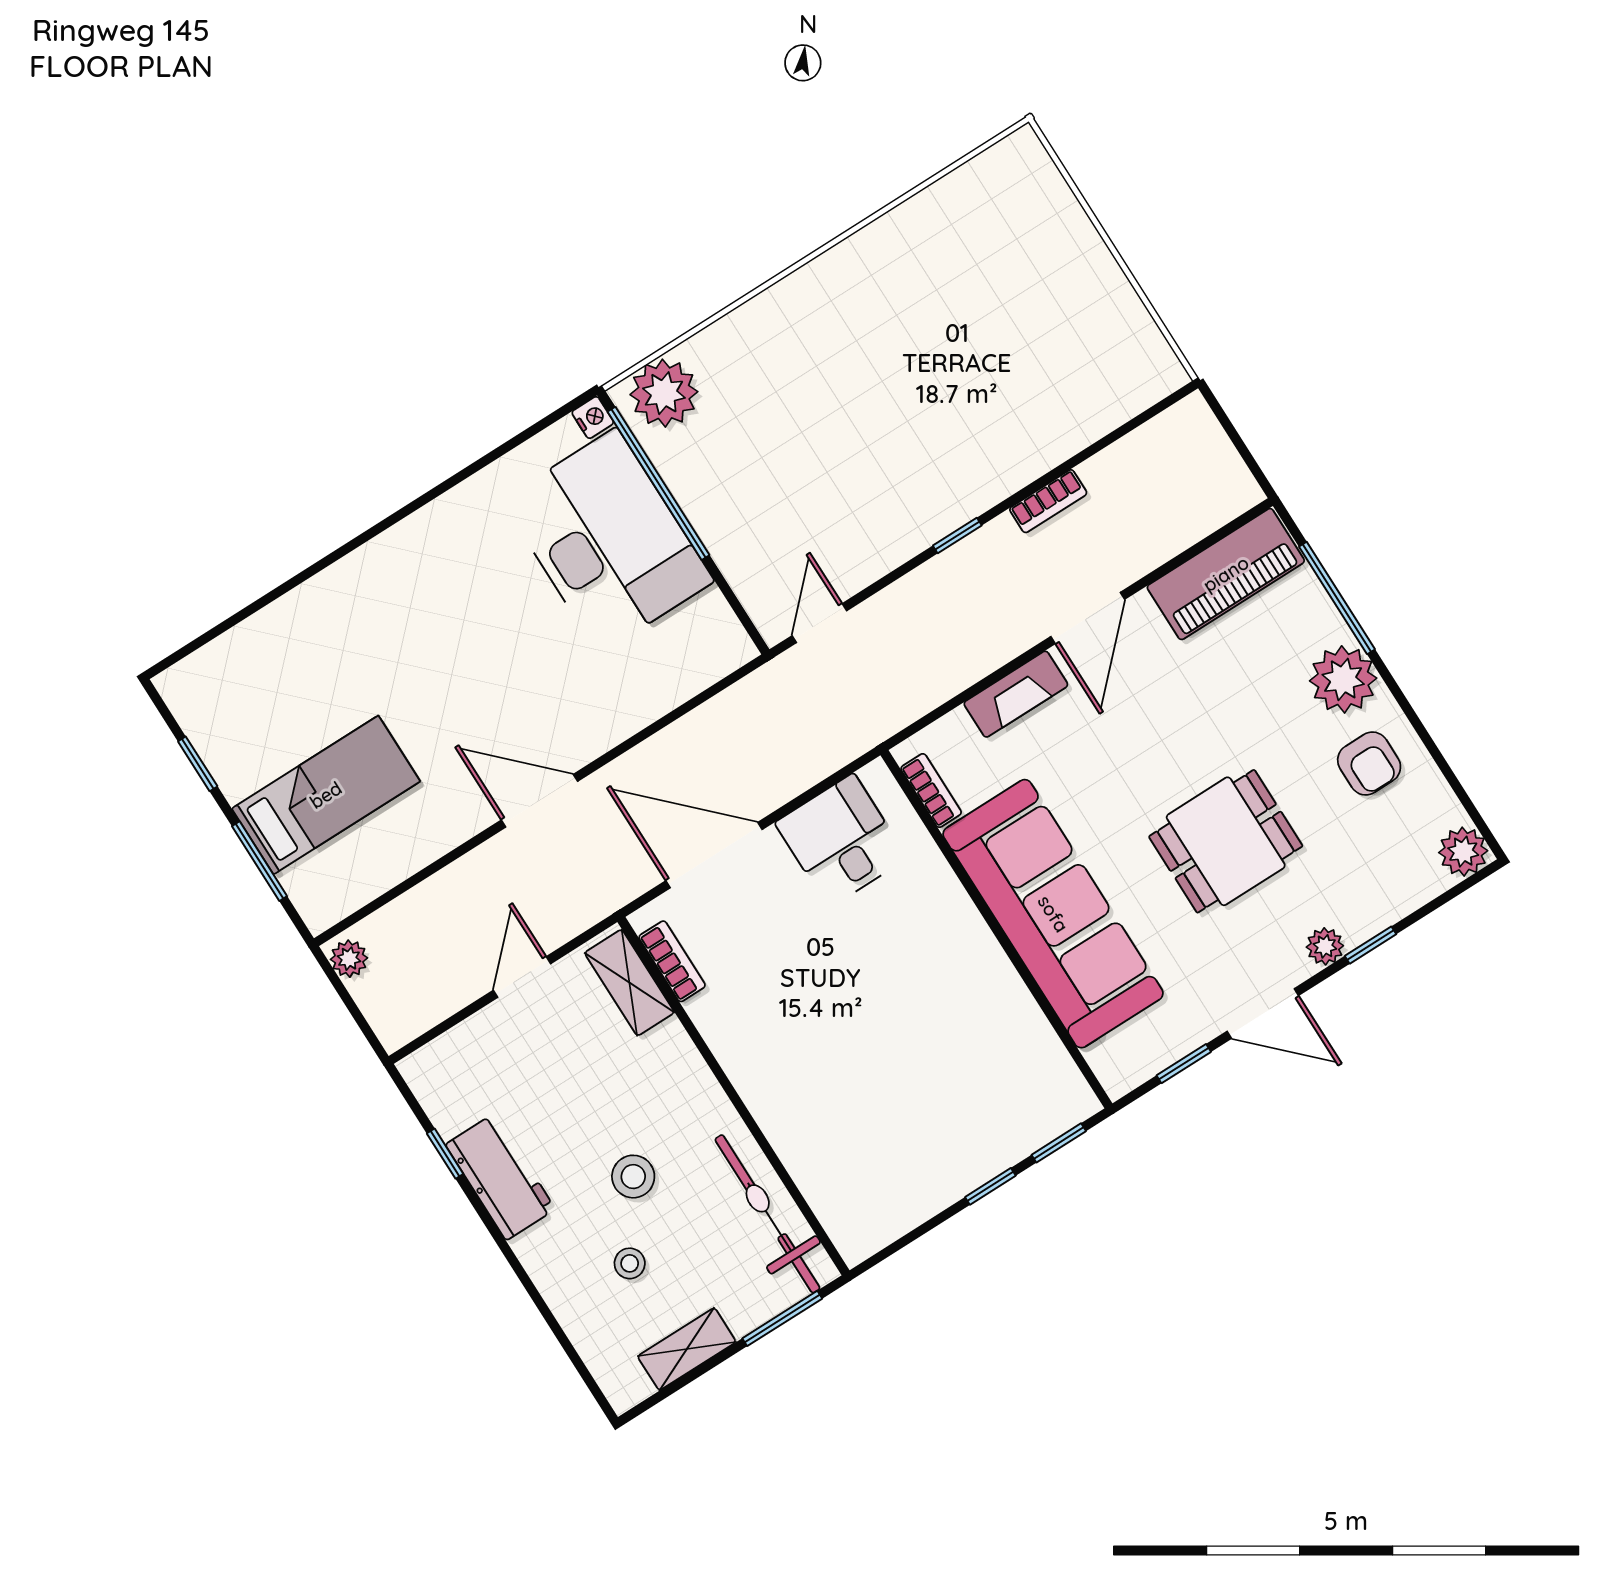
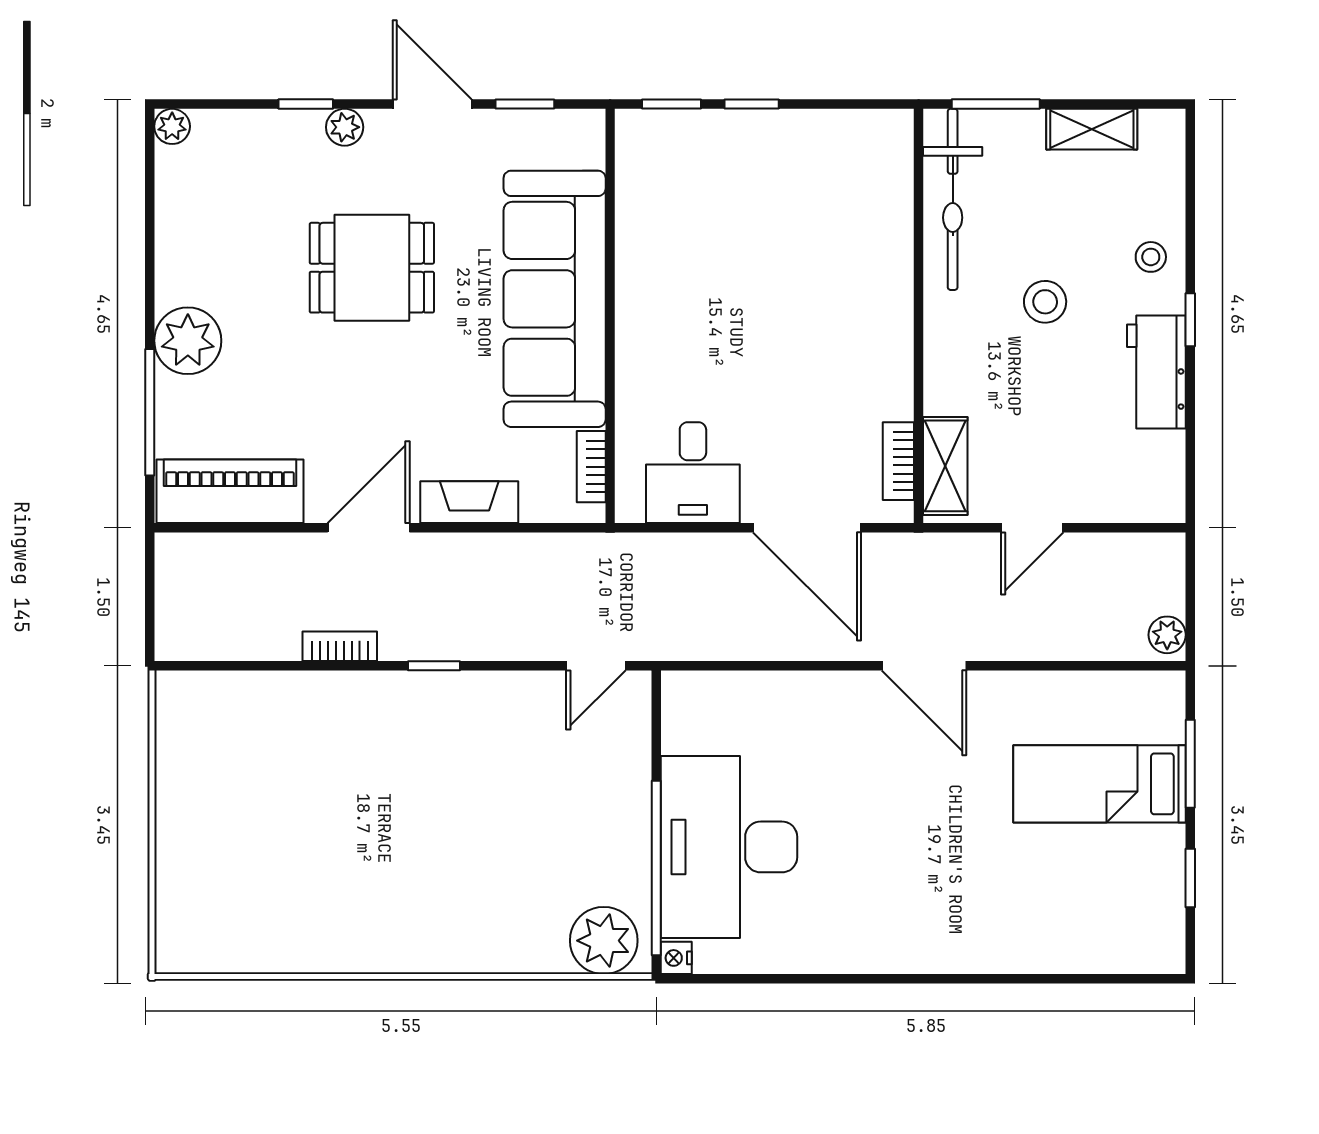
armchair: (1369, 764) -> (211, 257), removed
plant: (1463, 852) -> (172, 126), width x0.73, depth x0.73
window: (445, 1154) -> (1190, 320), moved
stool: (630, 1263) -> (1151, 257), moved

